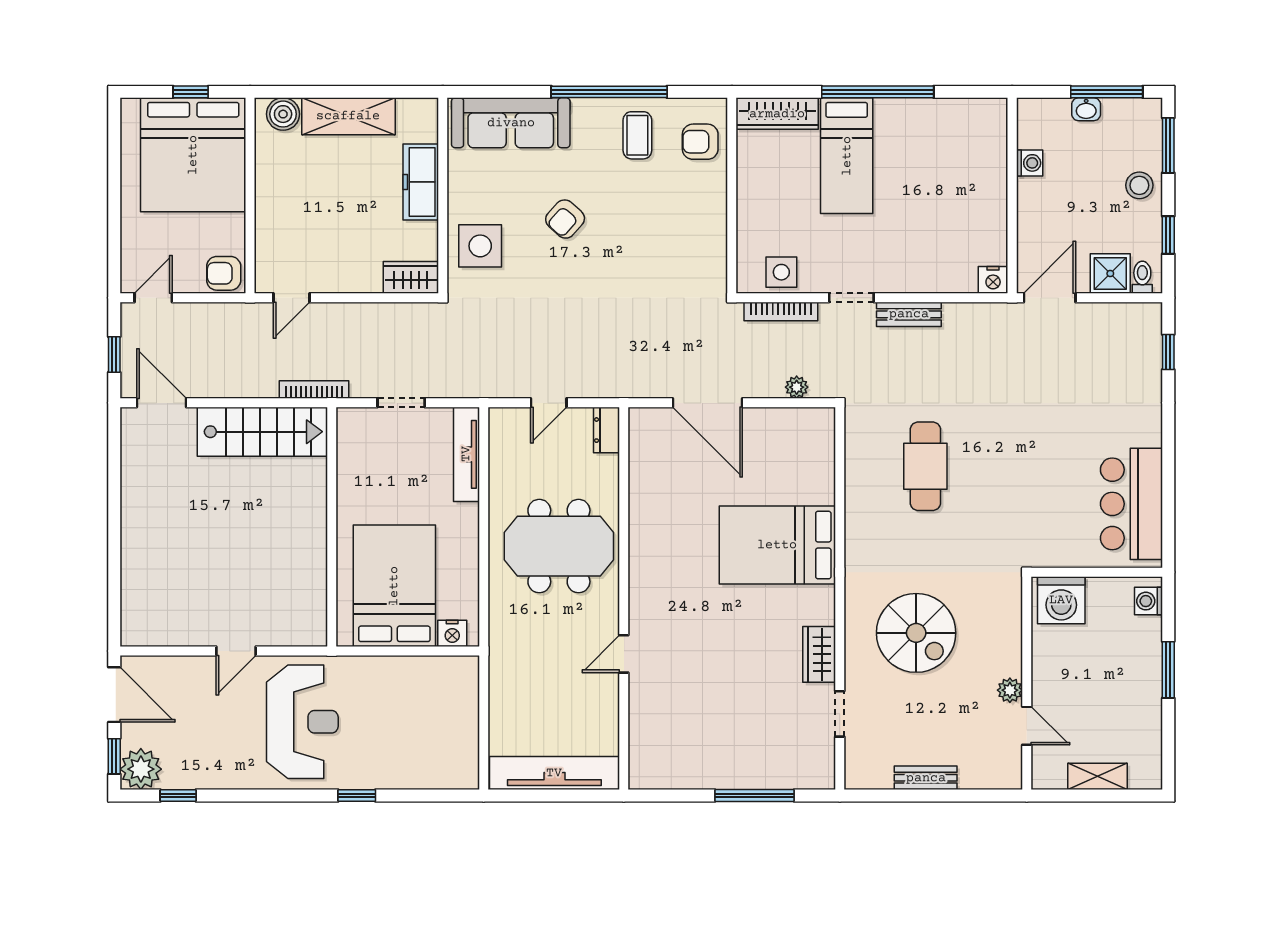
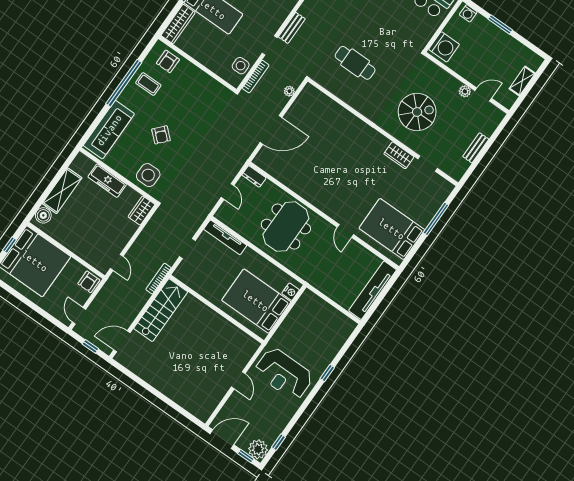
bed: (777, 545) -> (392, 229), moved, turned 90
reception desk: (302, 722) -> (284, 374), turned 180

